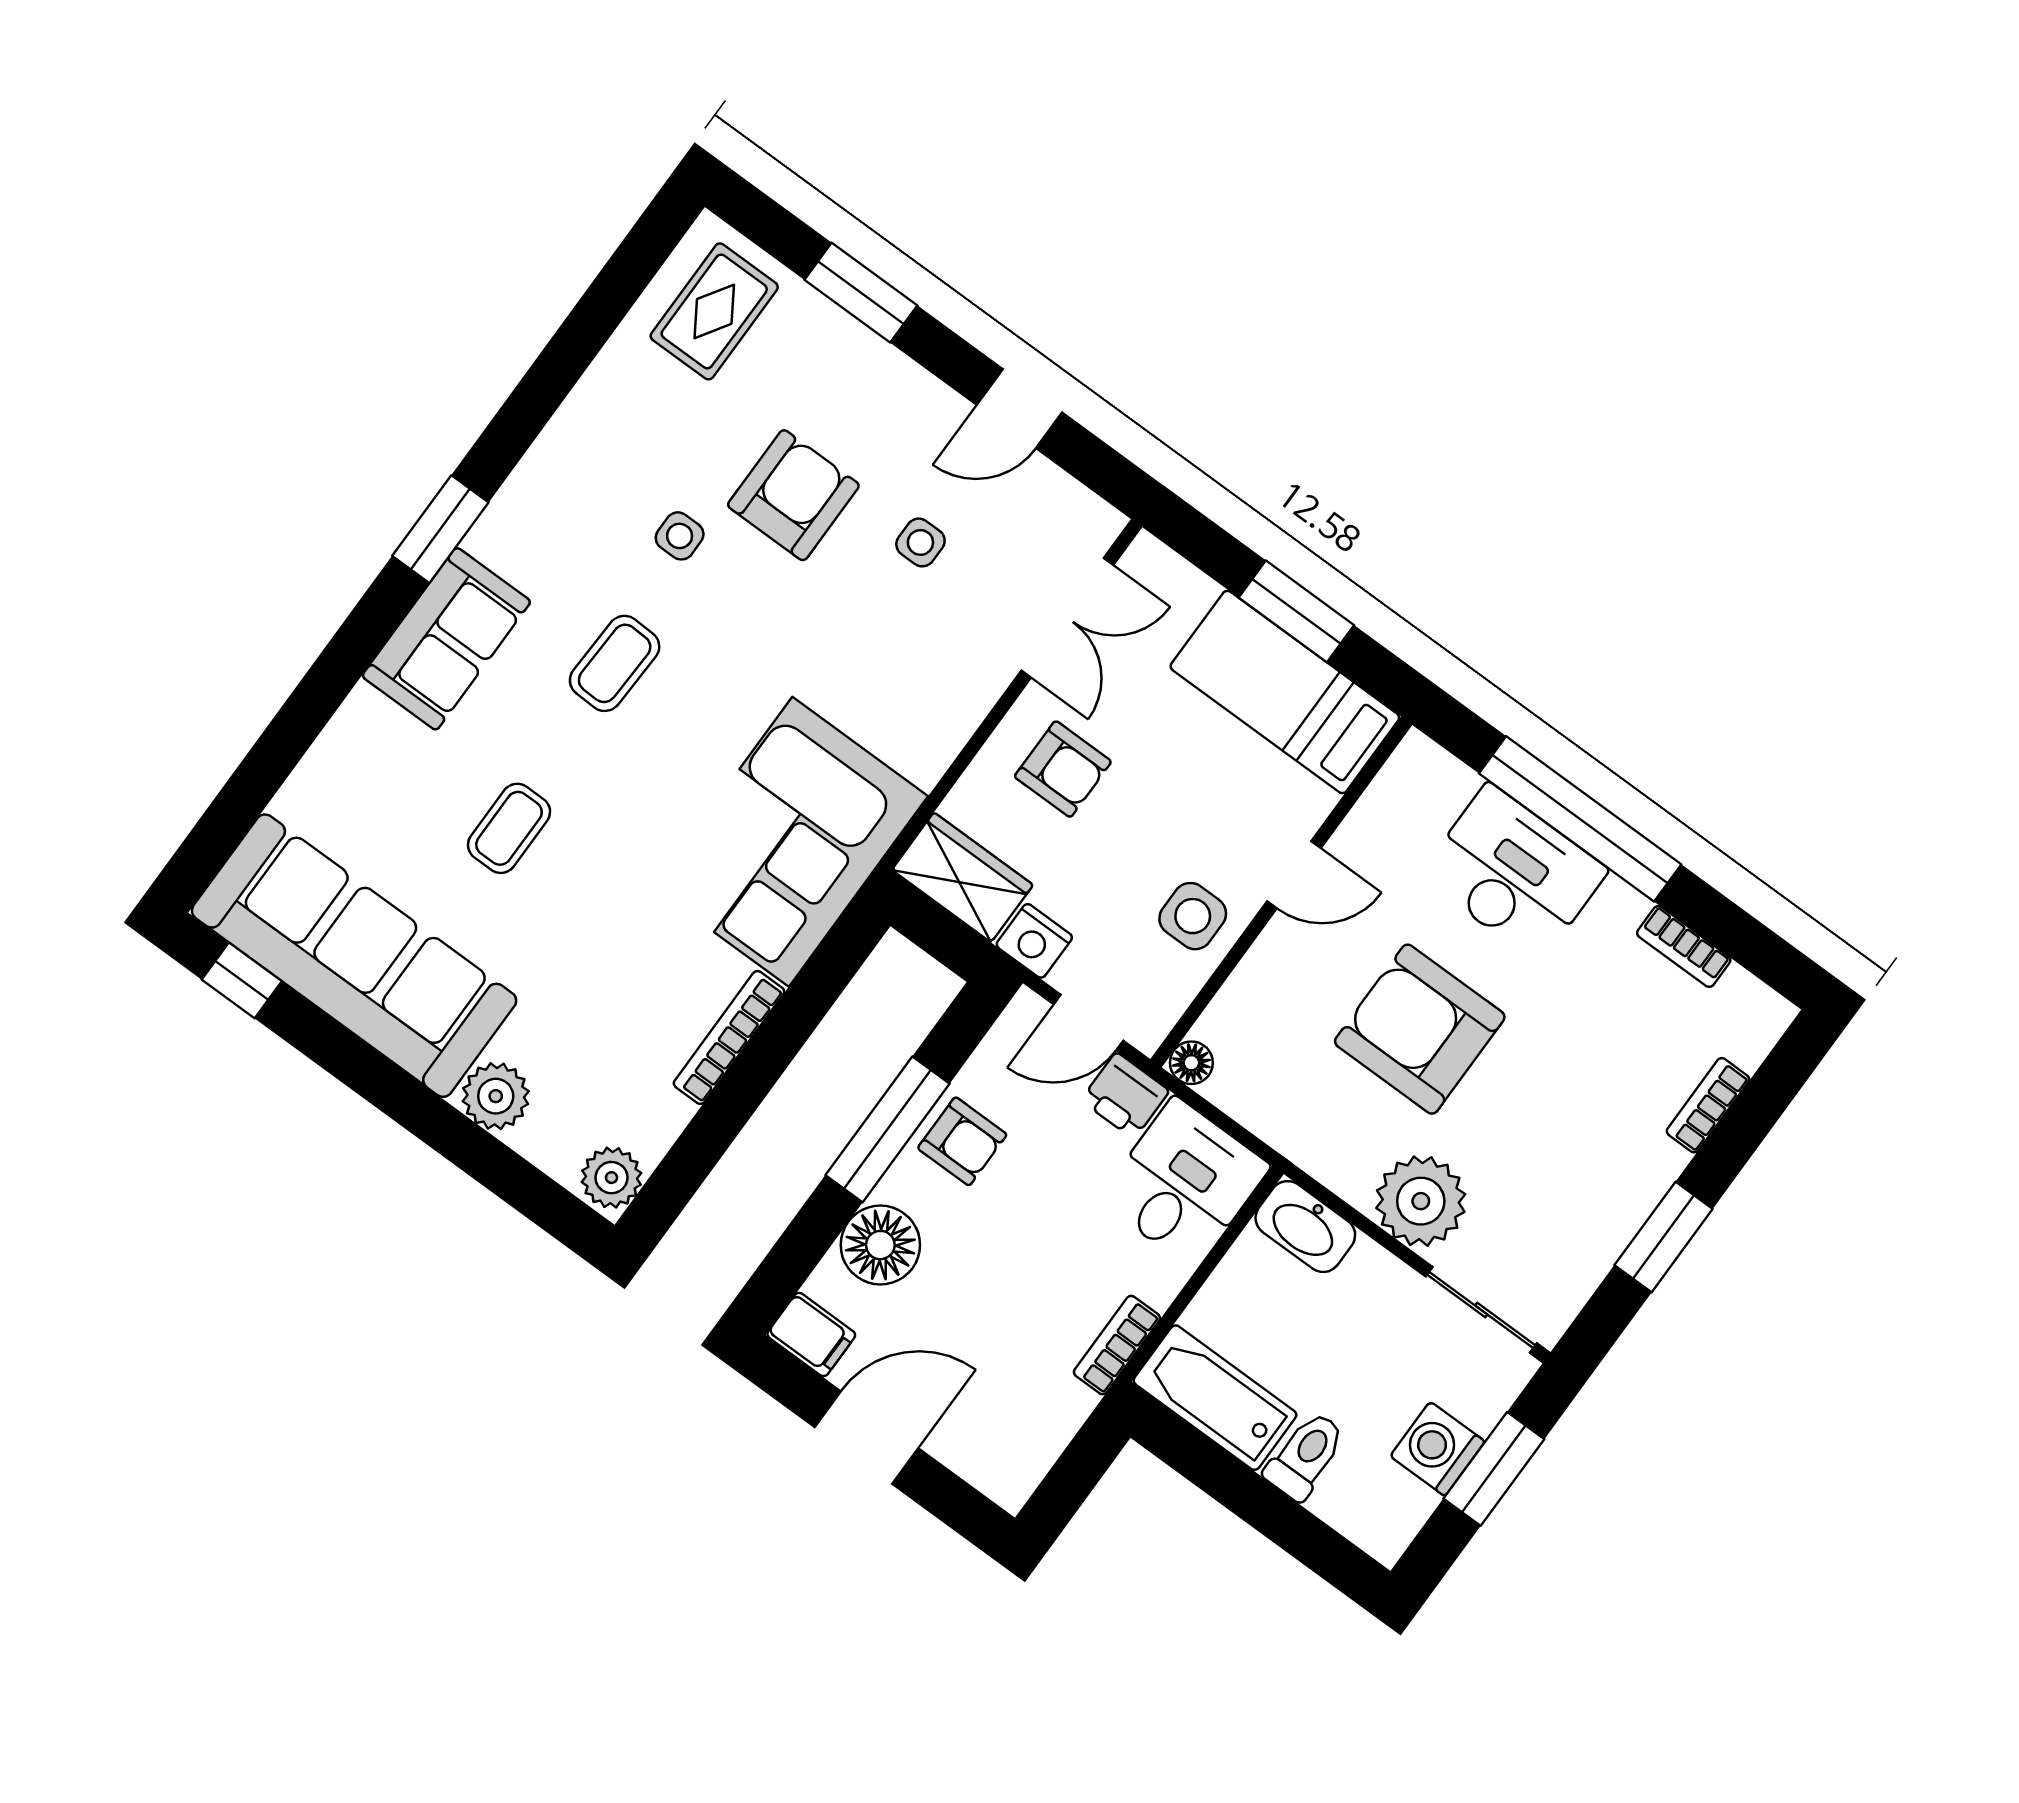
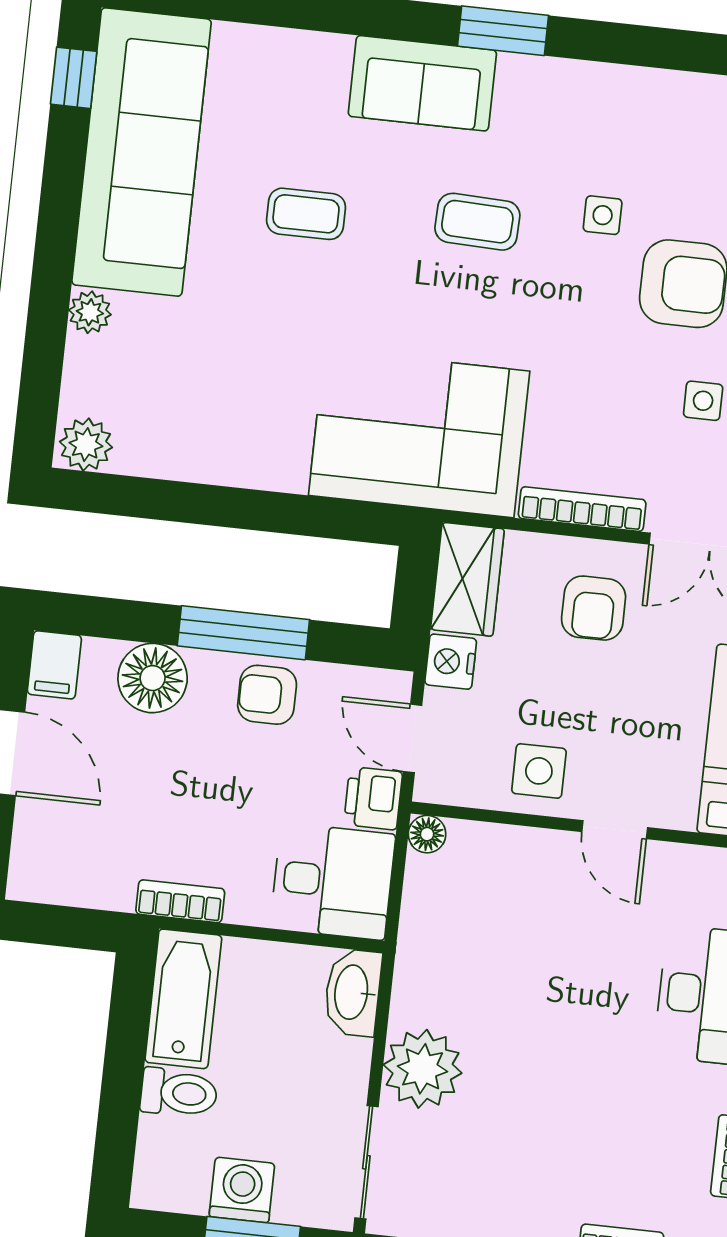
armchair: (1420, 1029) -> (553, 993), removed
bookcase: (729, 1037) -> (582, 509), moved
plant: (496, 1096) -> (90, 312), width x0.73, depth x0.73
armchair: (962, 1141) -> (267, 695), turned 90

